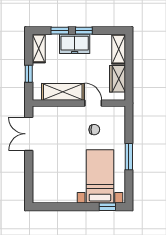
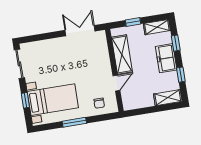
window: (84, 31) -> (181, 75), moved
wardrobe: (118, 79) -> (142, 101), removed
chair: (94, 130) -> (99, 103), moved
sliding door: (54, 207) -> (19, 64), added
window: (107, 207) -> (25, 100), moved

